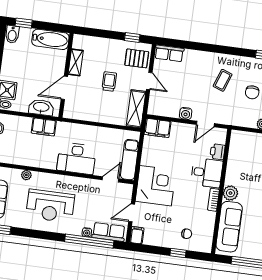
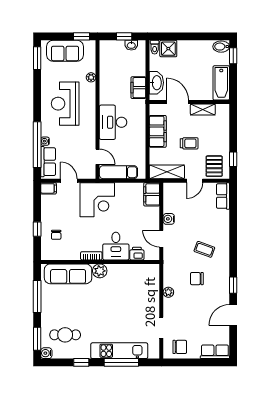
filing cabinet: (92, 113) -> (158, 131), added

